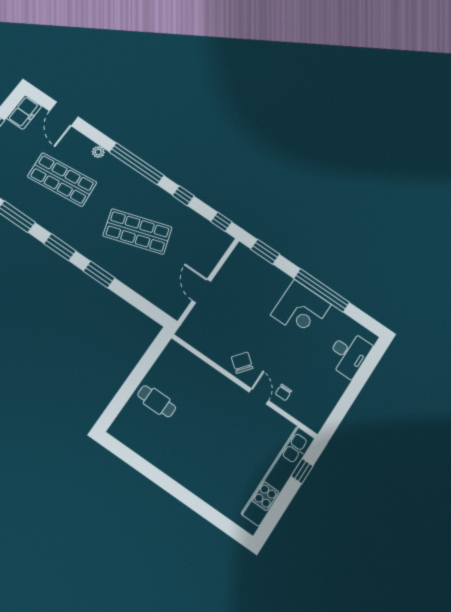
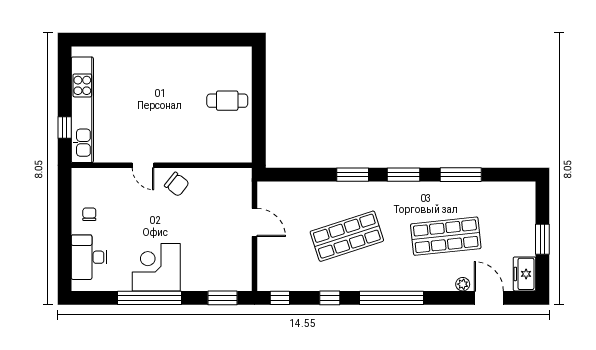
plant: (98, 152) -> (463, 284), moved
chair: (284, 392) -> (89, 214), moved

